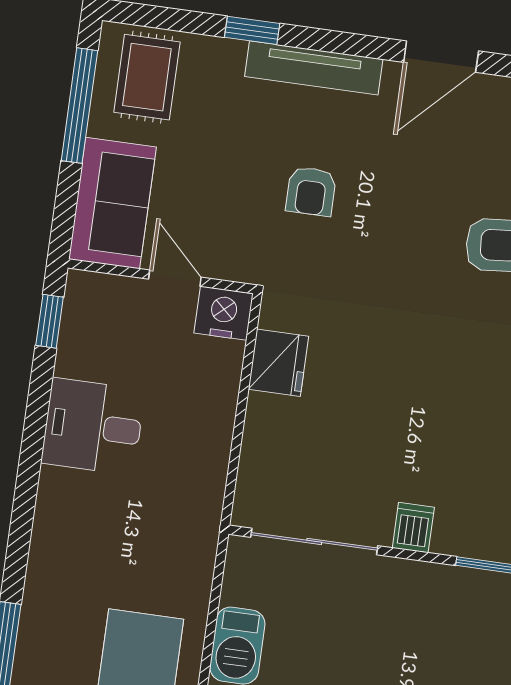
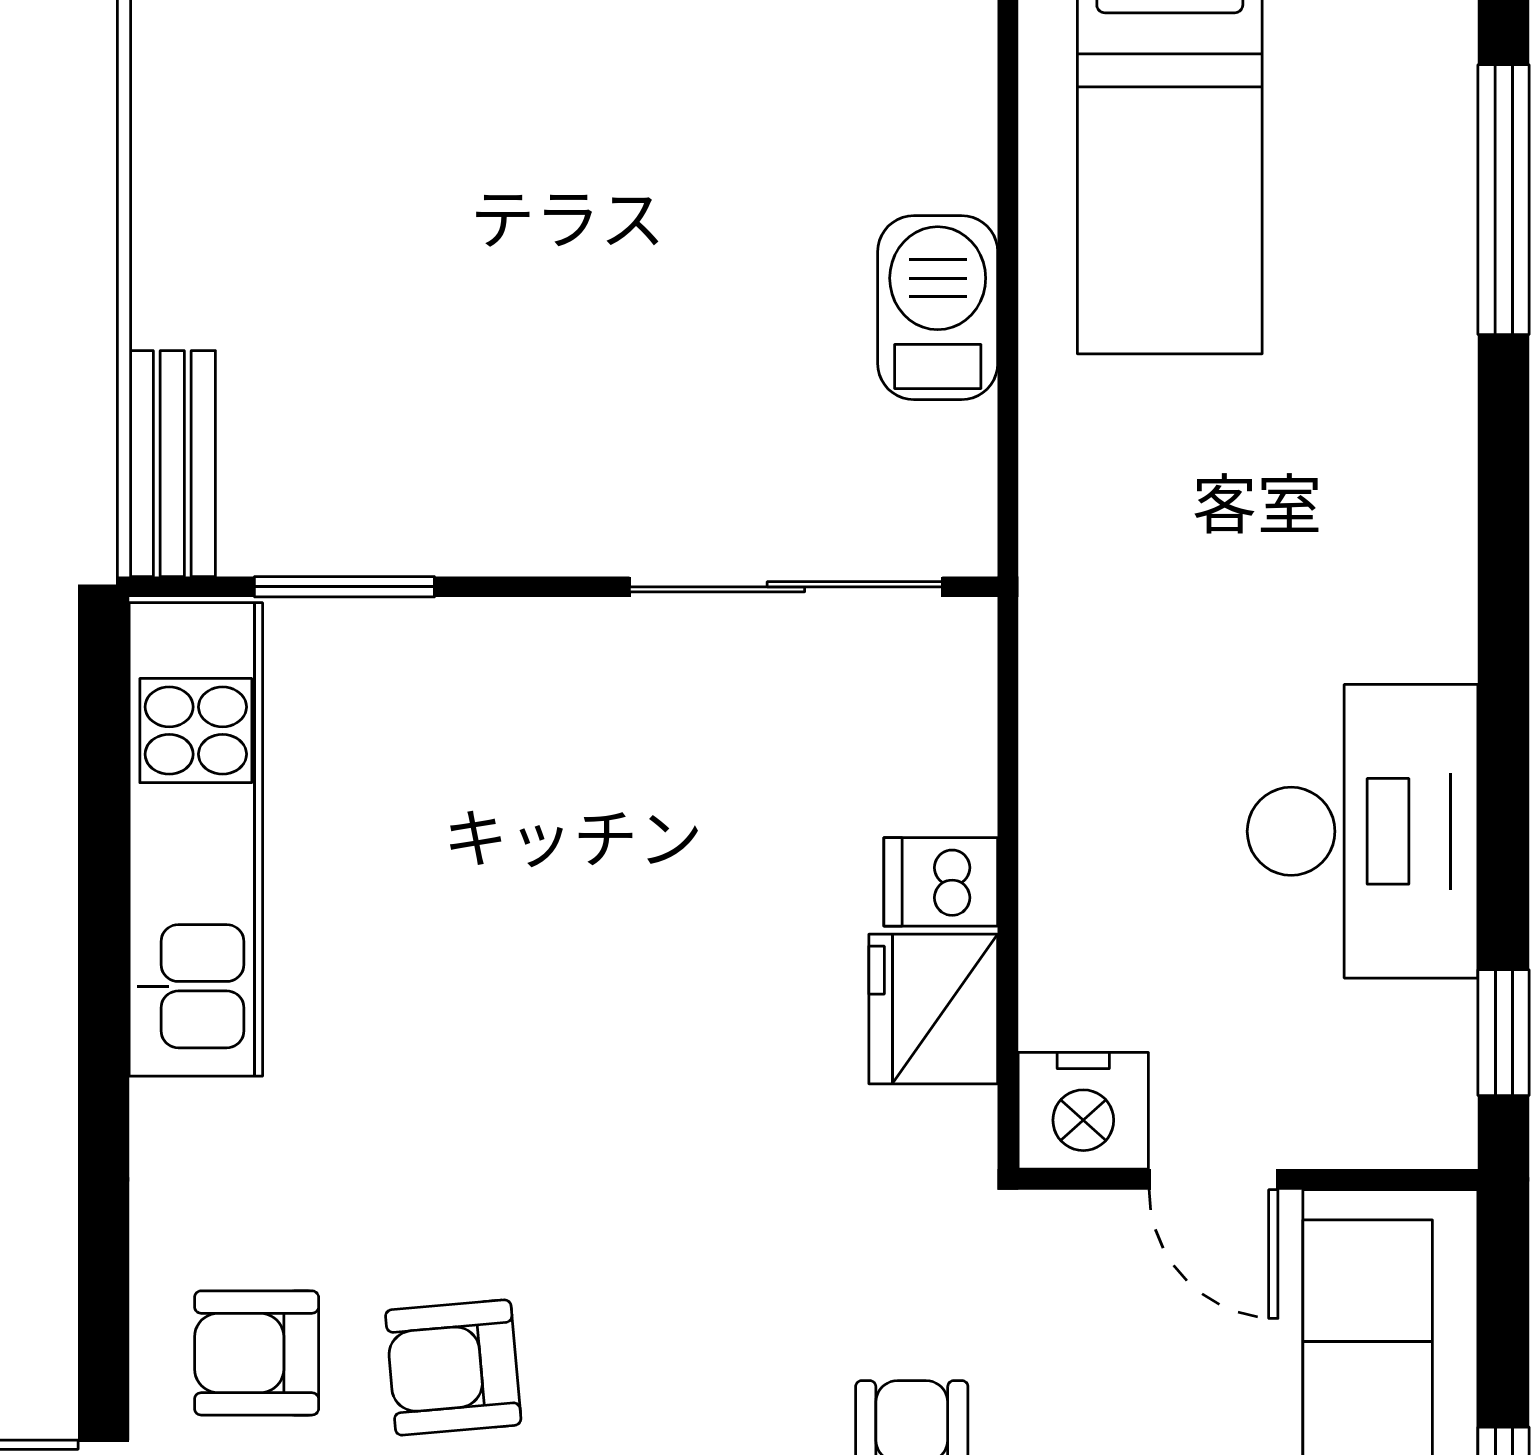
desk: (93, 427) -> (1363, 831), width x1.37
dishwasher: (413, 528) -> (941, 882), moved, turned 90

